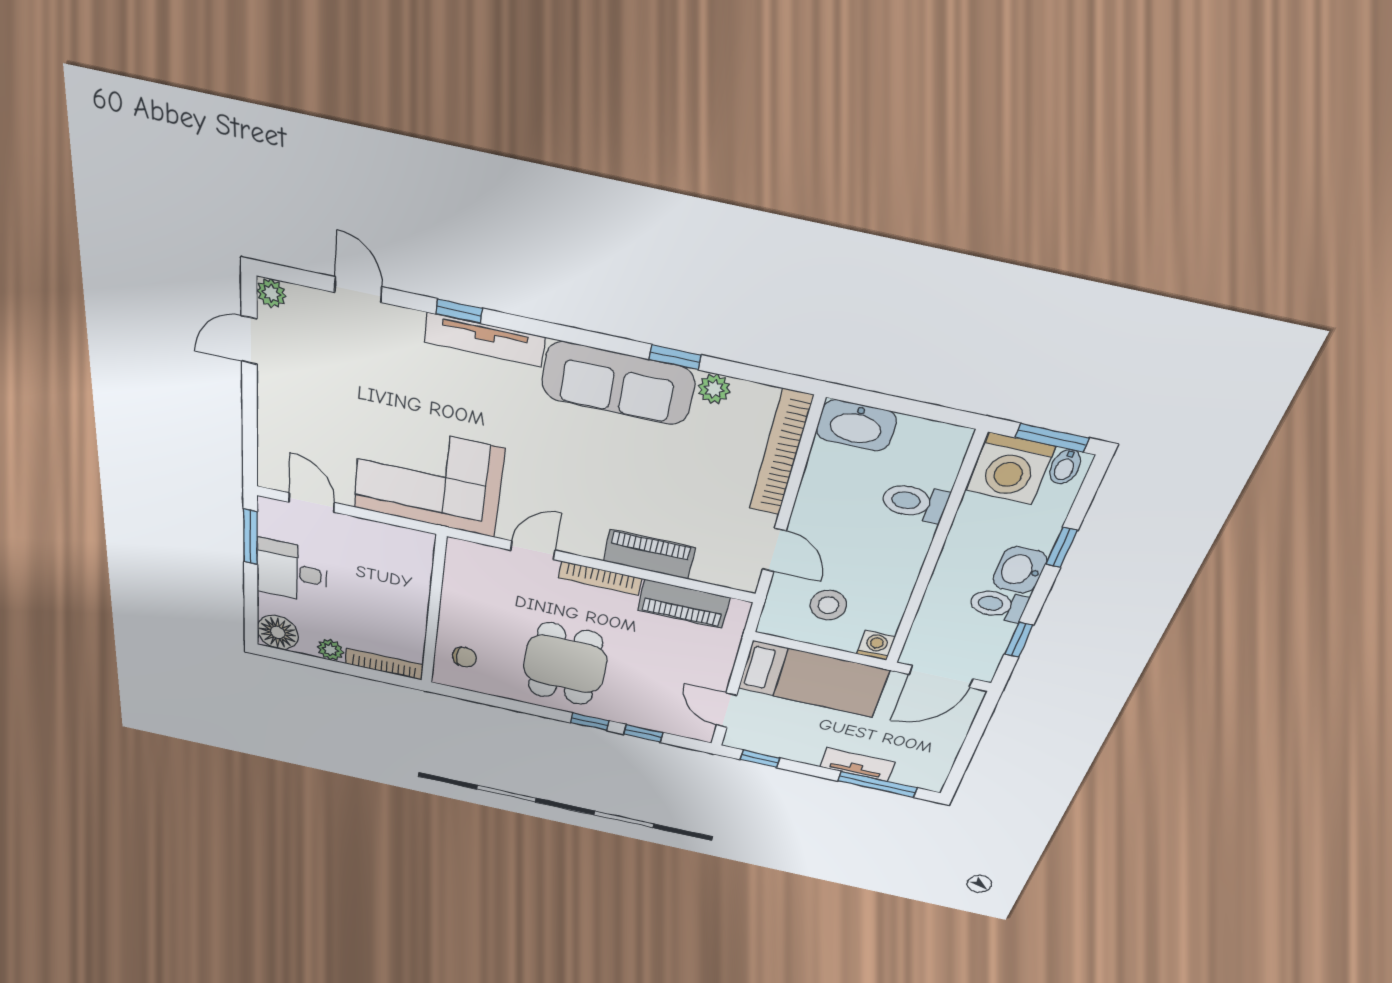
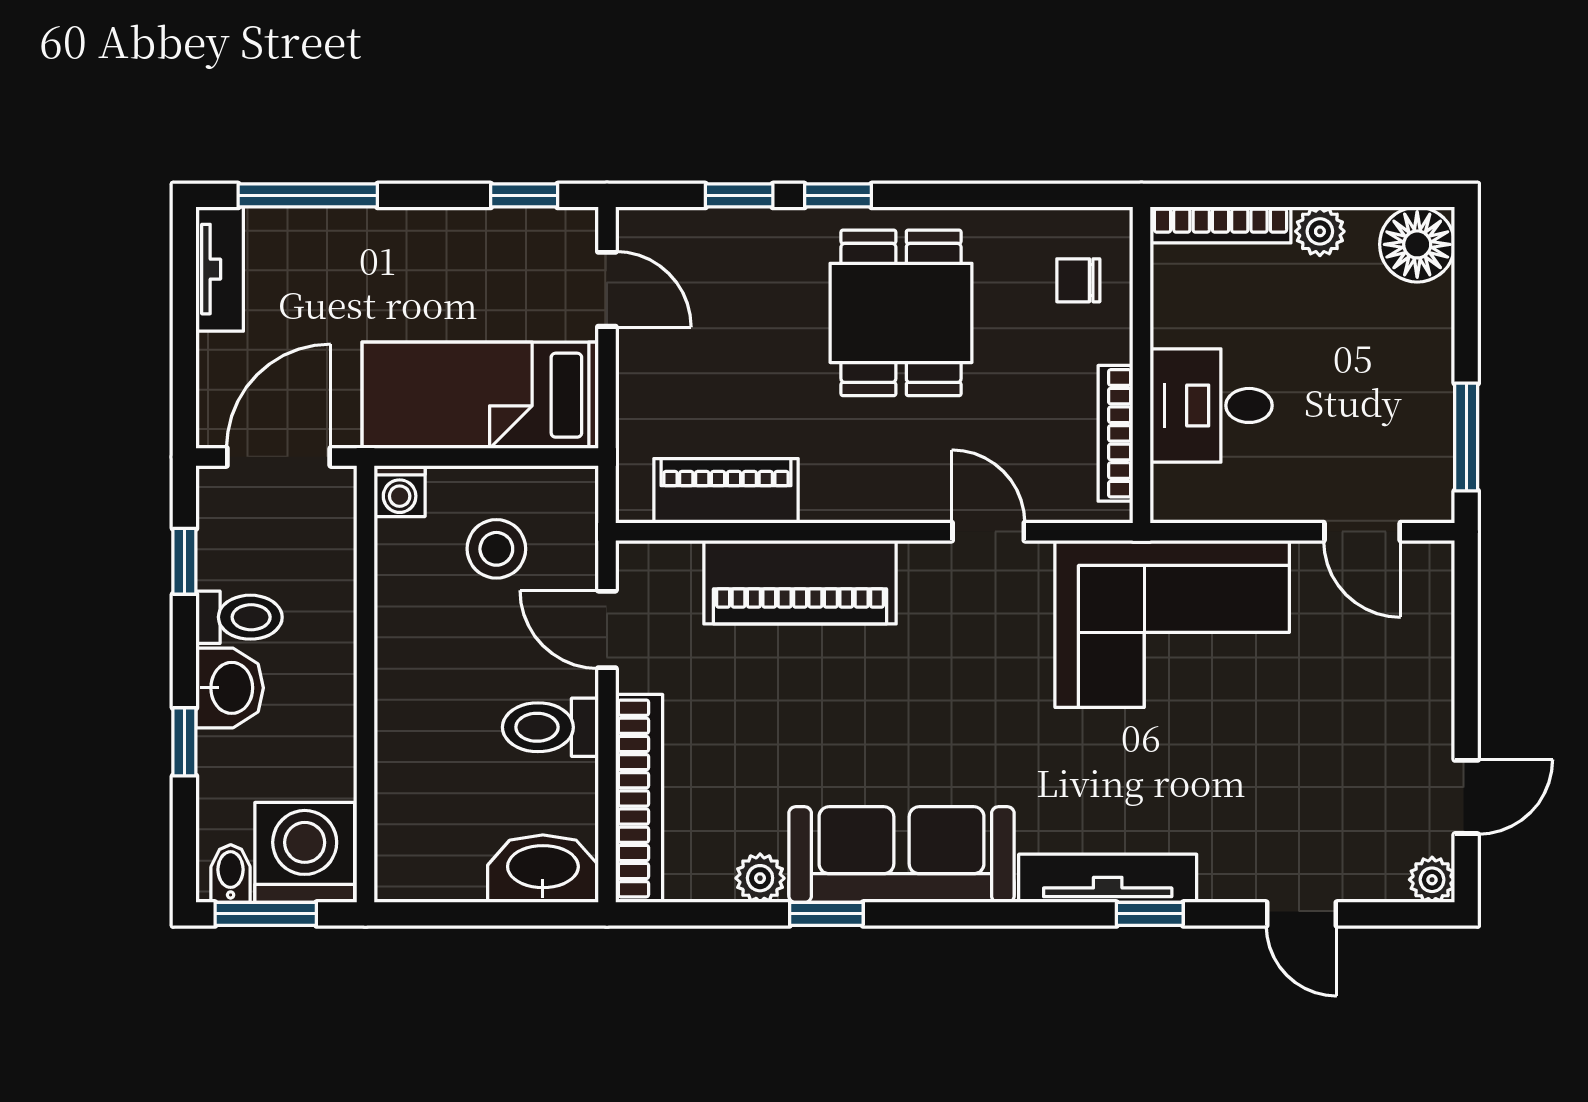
toilet: (915, 502) -> (550, 727), moved, turned 180
door: (533, 550) -> (988, 532), swing flipped
piano: (649, 554) -> (800, 582), width x1.37, depth x1.33
desk: (292, 571) -> (1211, 405), moved, turned 180
bookcase: (600, 578) -> (1115, 433), moved, turned -90
tv unit: (857, 765) -> (220, 269), moved, turned -90

